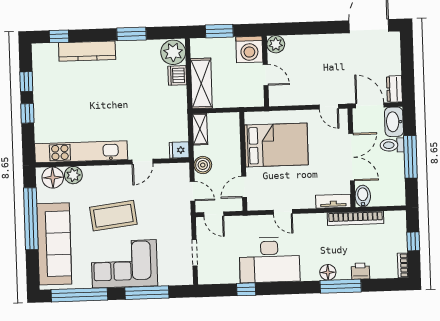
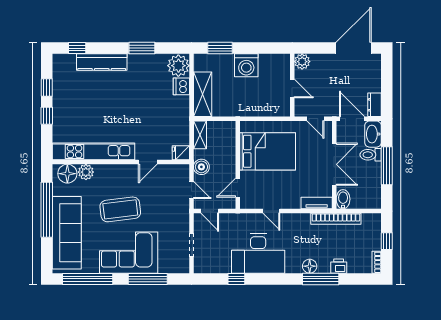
plant: (276, 44) -> (302, 62), moved
wall: (265, 71) -> (292, 85), moved
door: (266, 75) -> (292, 89), moved

